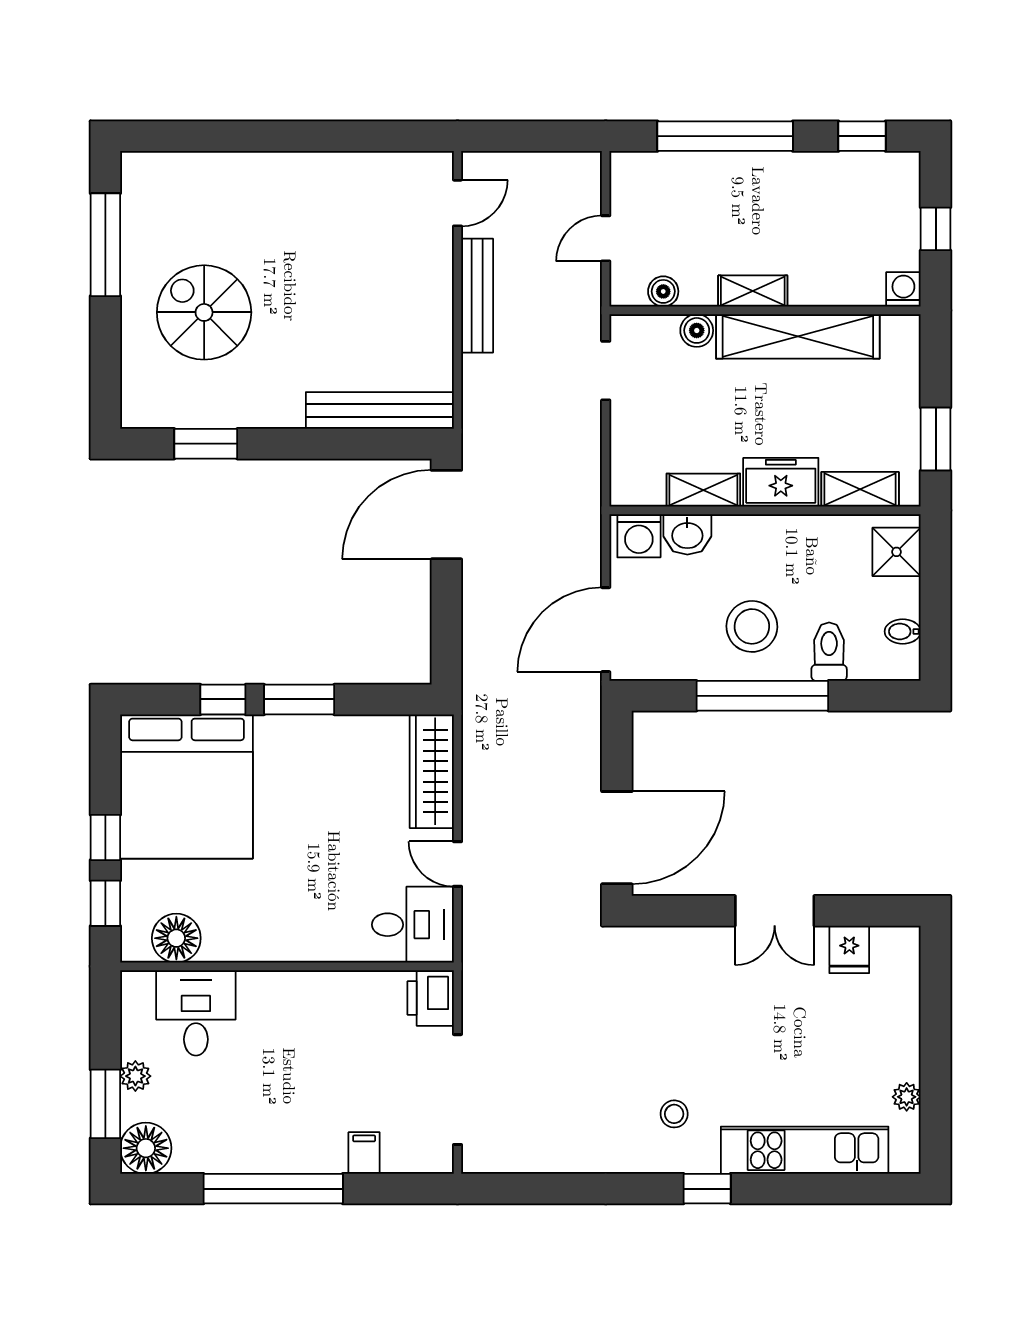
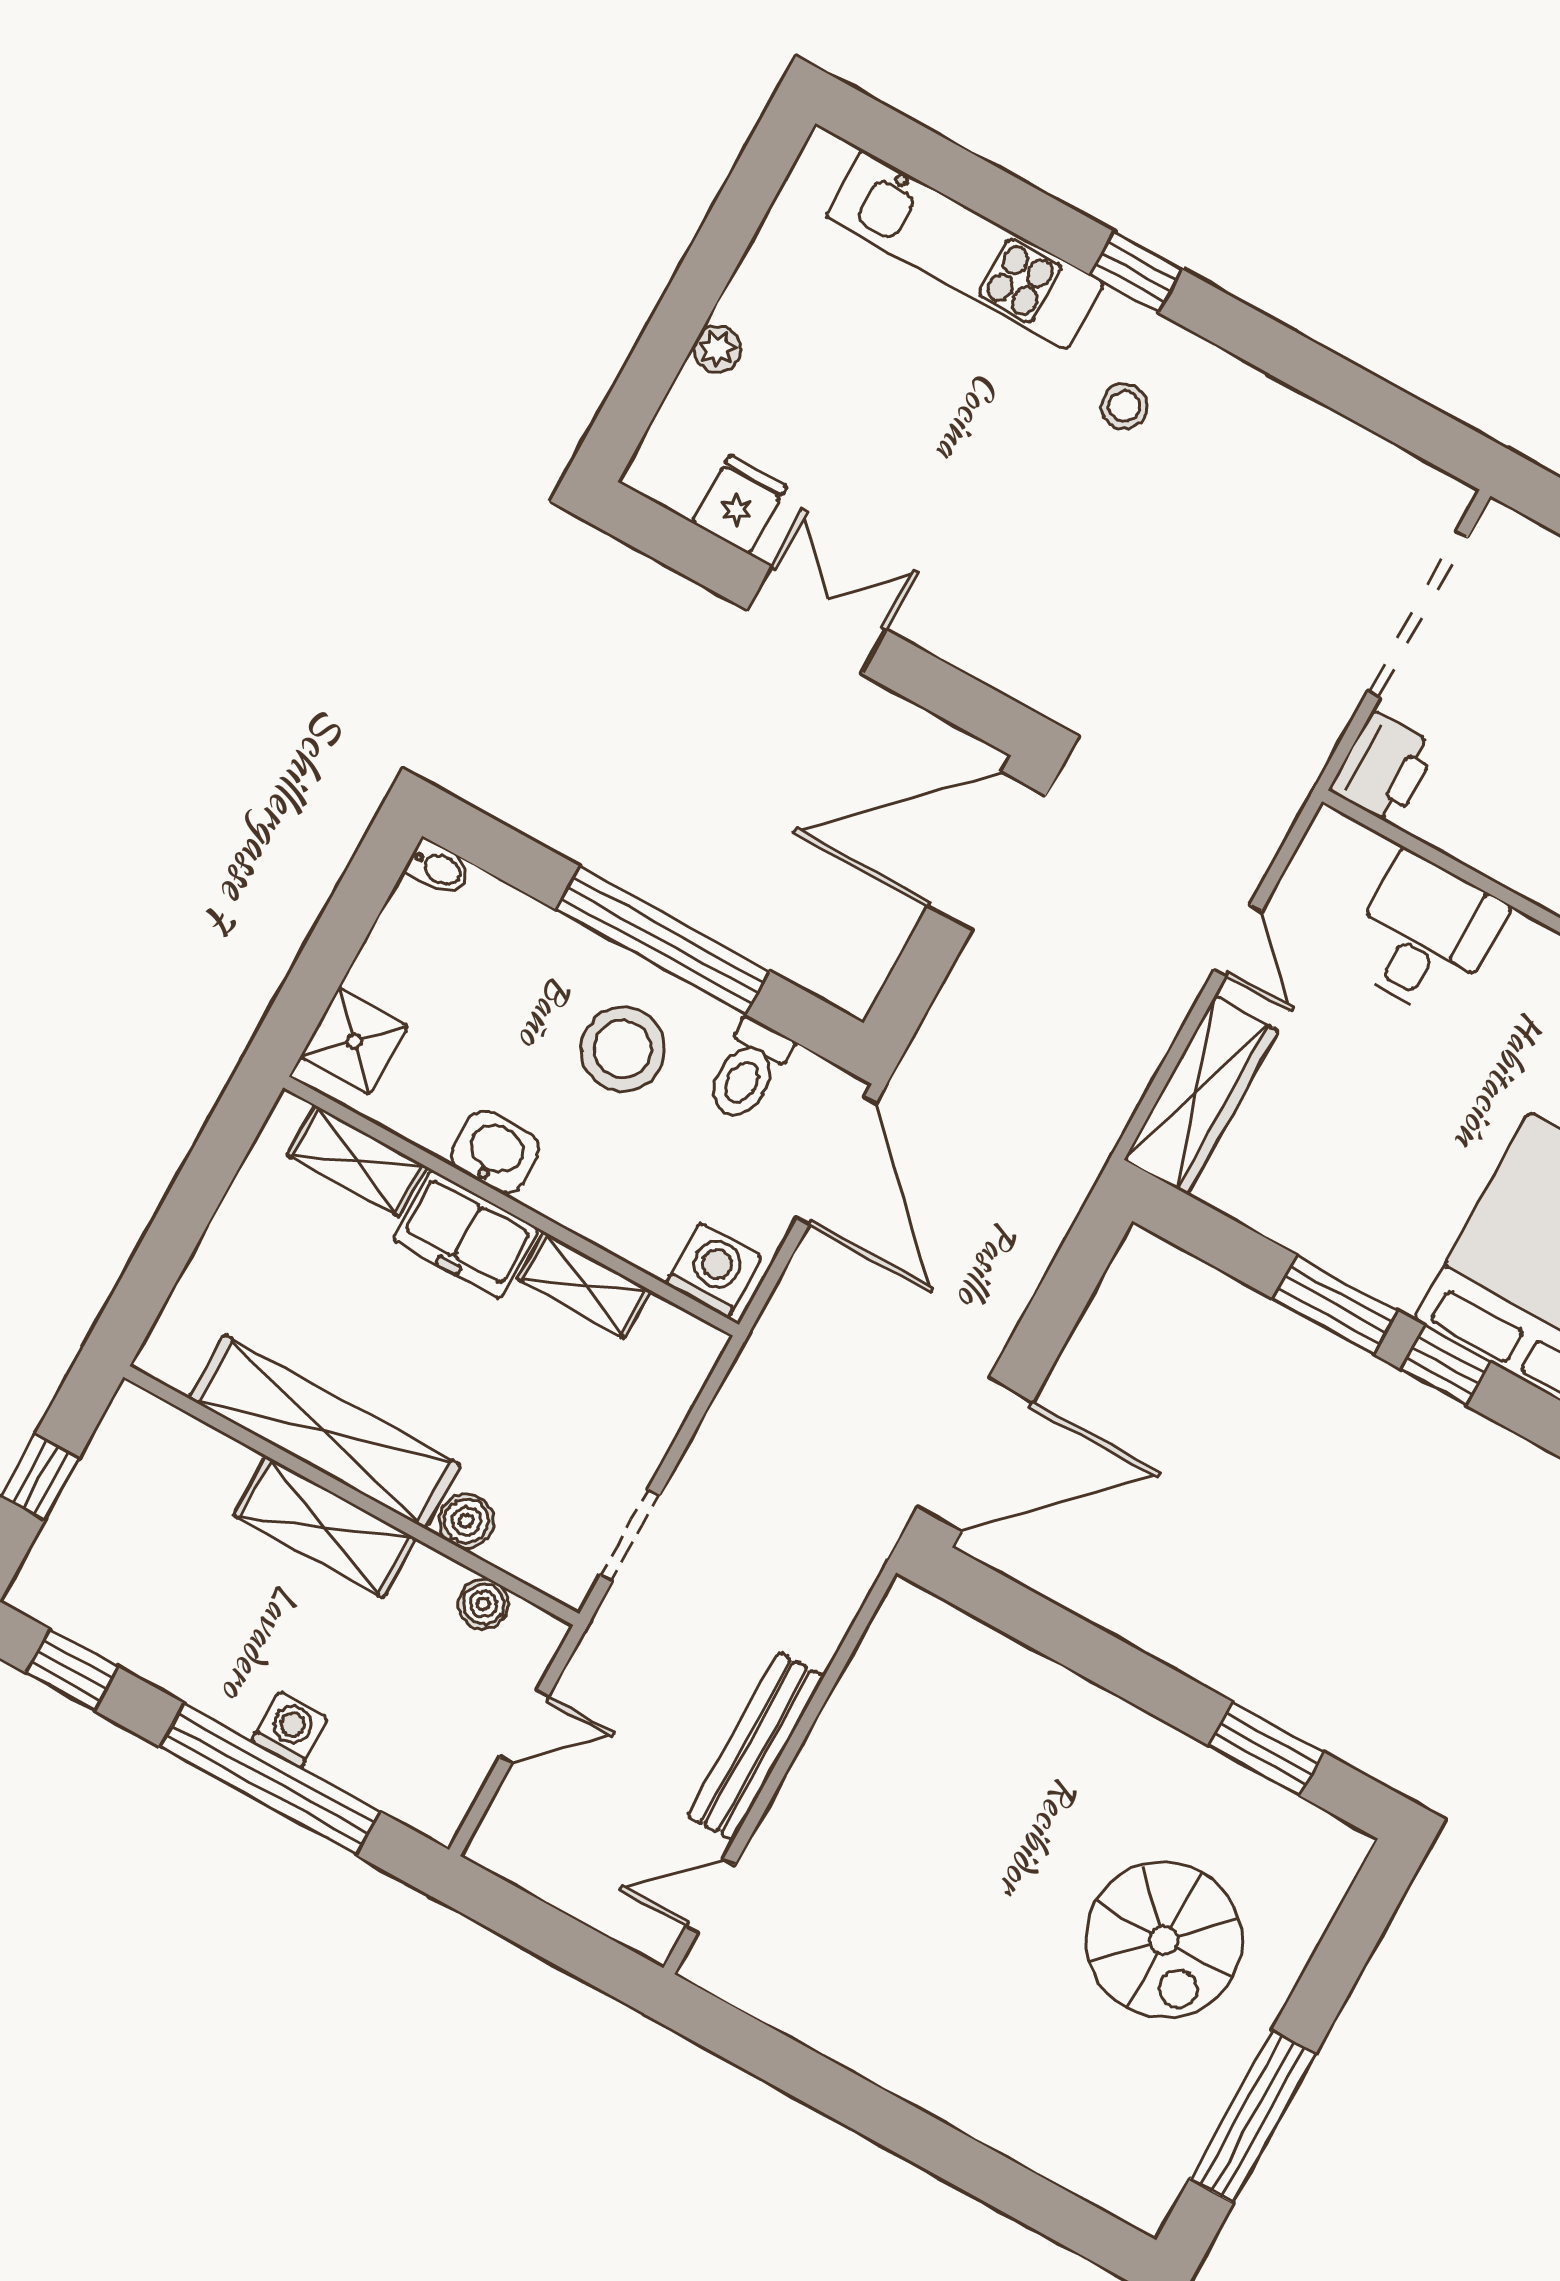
washing machine: (903, 289) -> (290, 1730), moved, turned 180
shelving: (753, 291) -> (325, 1527), width x1.50, depth x1.33
bench: (380, 411) -> (988, 1658), removed
window: (936, 439) -> (208, 1173), removed
washbasin: (687, 534) -> (495, 1152), moved
door: (606, 630) -> (837, 1161), hinge flipped
bidet: (903, 631) -> (438, 868), moved
toilet: (829, 652) -> (748, 1070), moved
desk: (413, 925) -> (1425, 935), moved, turned 90
plant: (907, 1097) -> (717, 349), moved

